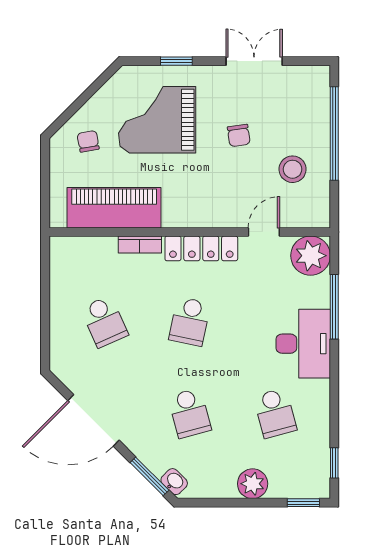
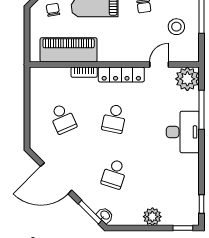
school desk: (190, 413) -> (114, 174), turned 33
school desk: (275, 413) -> (166, 174), removed

